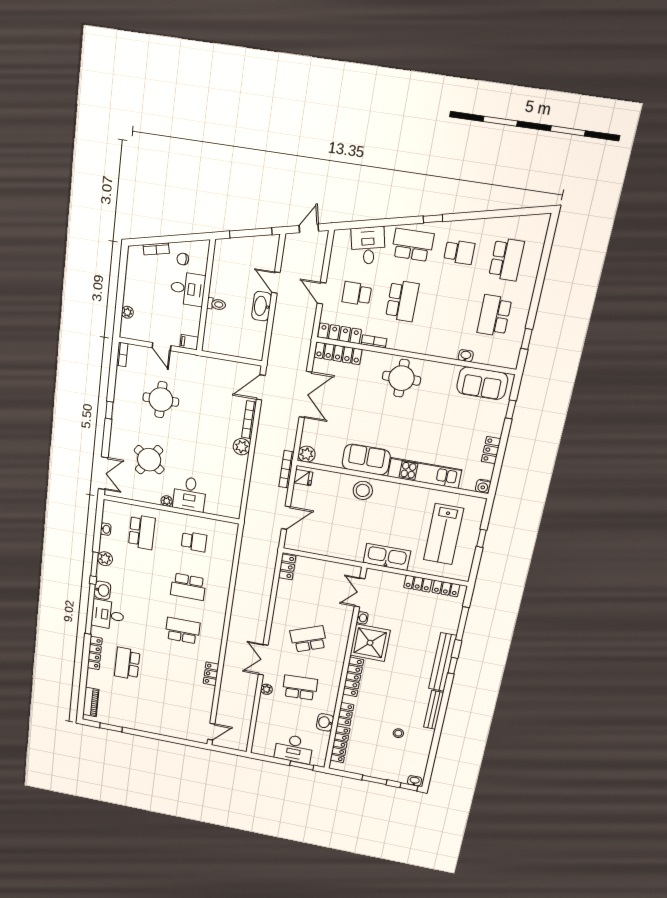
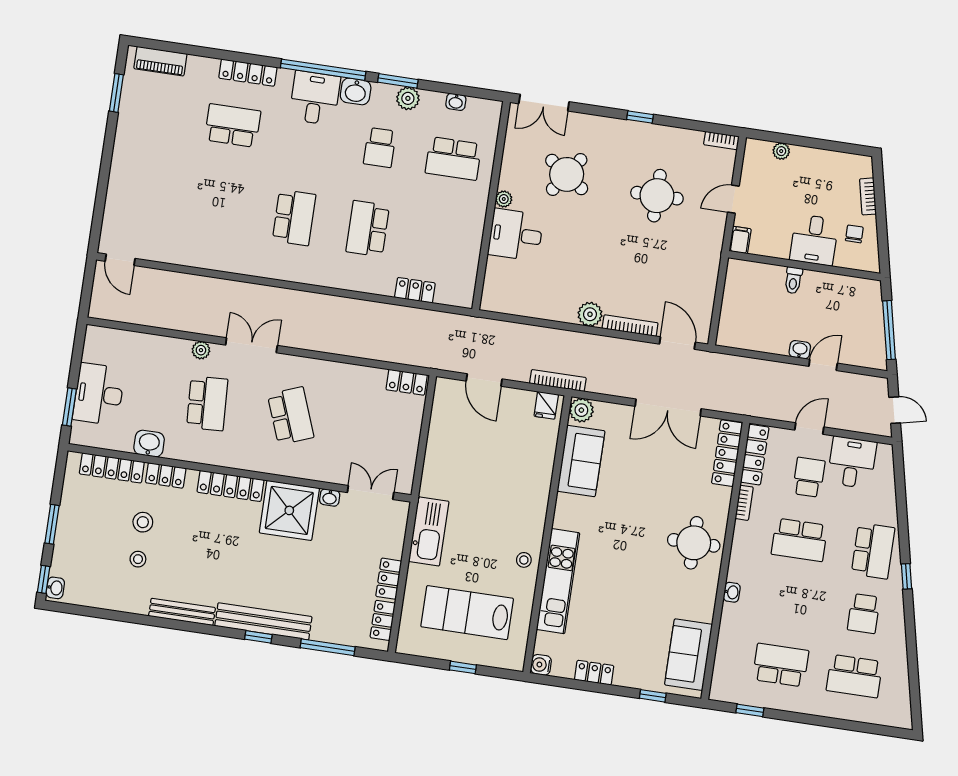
desk: (368, 246) -> (852, 462), moved, turned -77
washbasin: (261, 306) -> (800, 350), width x0.52, depth x0.69
washbasin: (466, 356) -> (732, 592), moved
sofa: (366, 460) -> (581, 461), moved
stool: (363, 490) -> (524, 560), moved, width x0.53, depth x0.53
school desk: (194, 542) -> (380, 147), moved
locker: (211, 674) -> (415, 290), moved
stool: (375, 729) -> (143, 522), added

